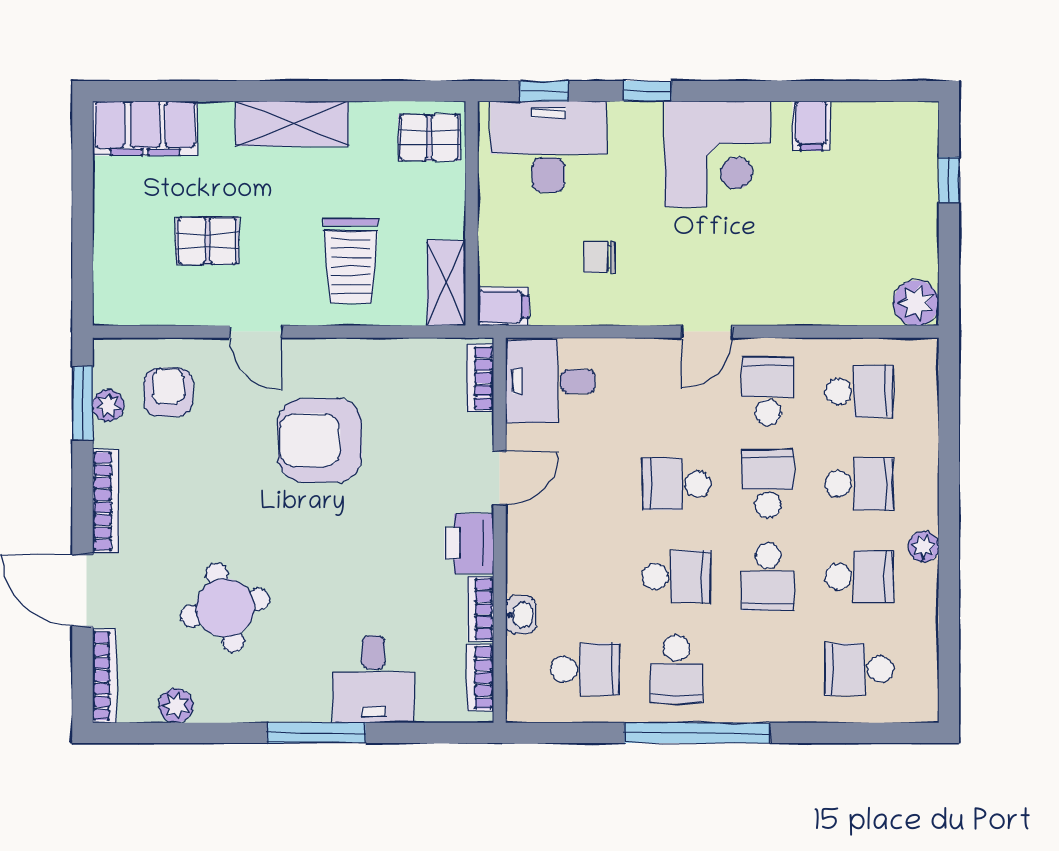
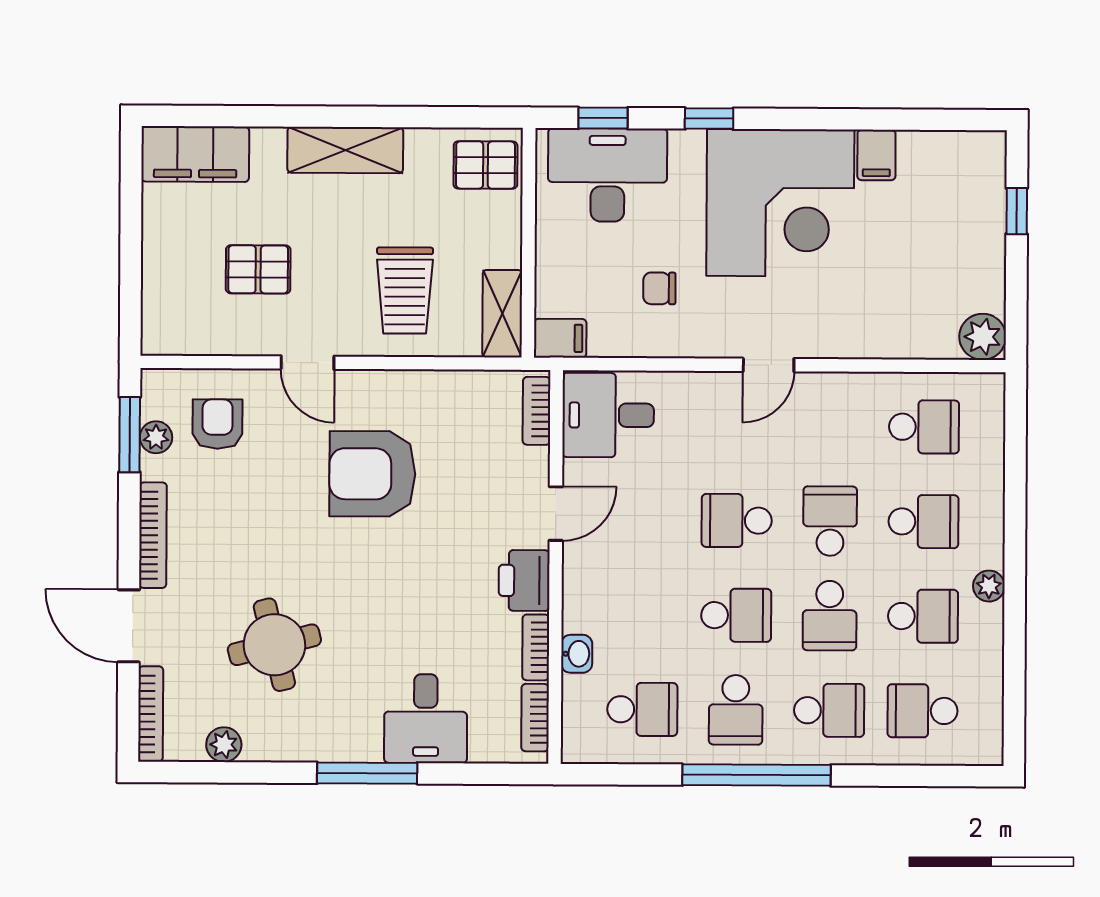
corner desk: (718, 154) -> (780, 203), width x1.36, depth x1.36
school desk: (768, 391) -> (829, 710), moved, turned 90

